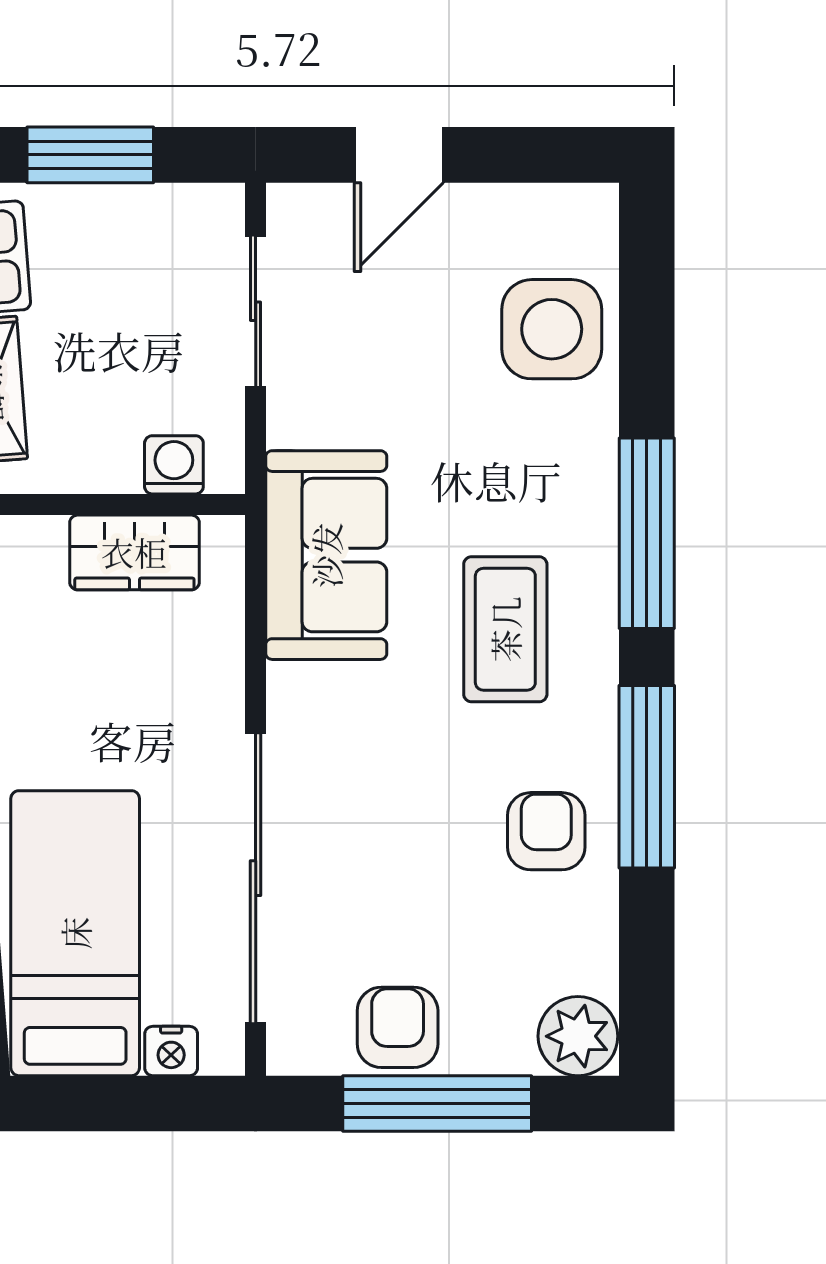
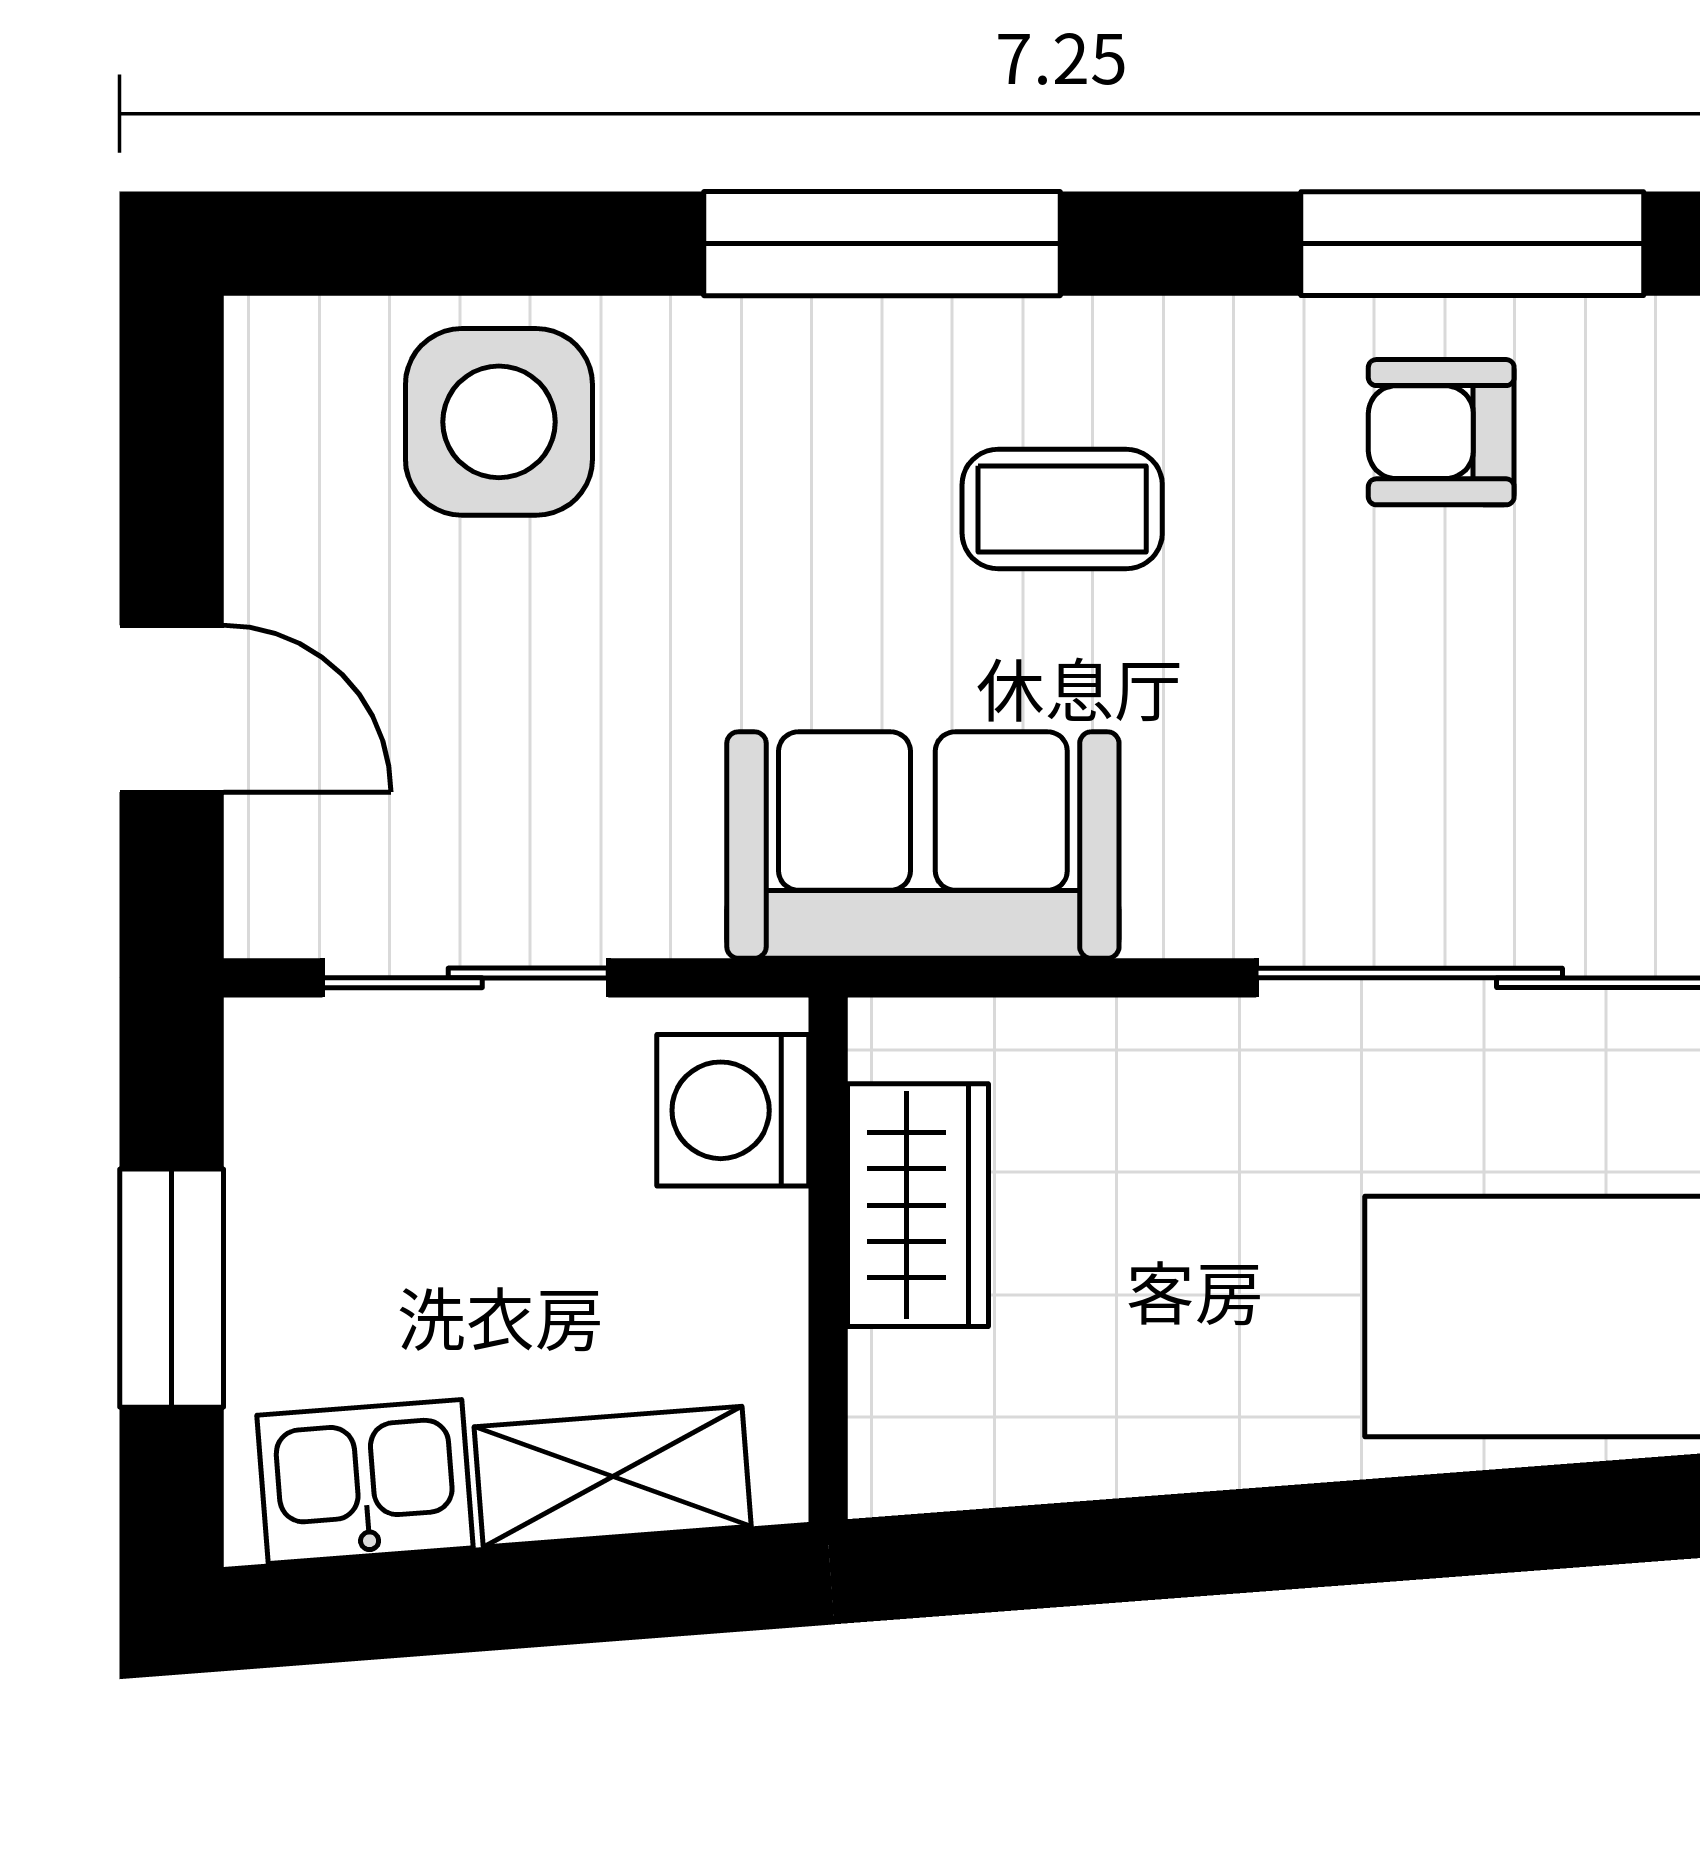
washing machine: (174, 465) -> (733, 1110), width x1.38, depth x1.38
coffee table: (505, 629) -> (1062, 509), width x0.73, depth x0.77
window: (647, 777) -> (1472, 244), moved

